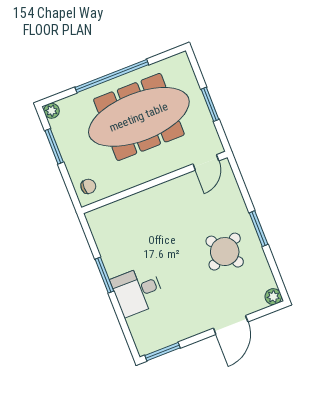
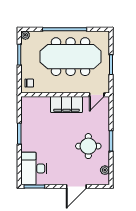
filing cabinet: (163, 198) -> (66, 105), added
round table: (225, 252) -> (88, 146), turned 31
desk: (138, 291) -> (34, 168), moved, width x1.37
plant: (273, 297) -> (105, 170), moved

